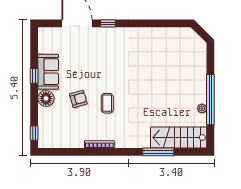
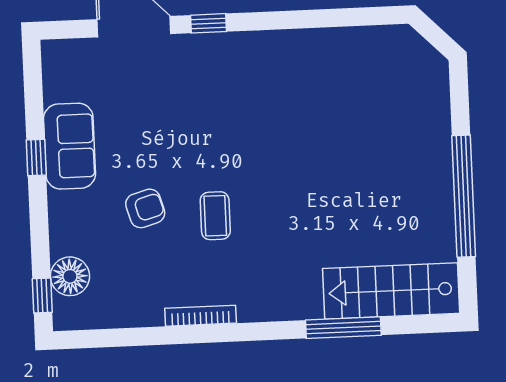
floor lamp: (46, 98) -> (70, 276), moved
plant: (202, 108) -> (444, 218), removed

